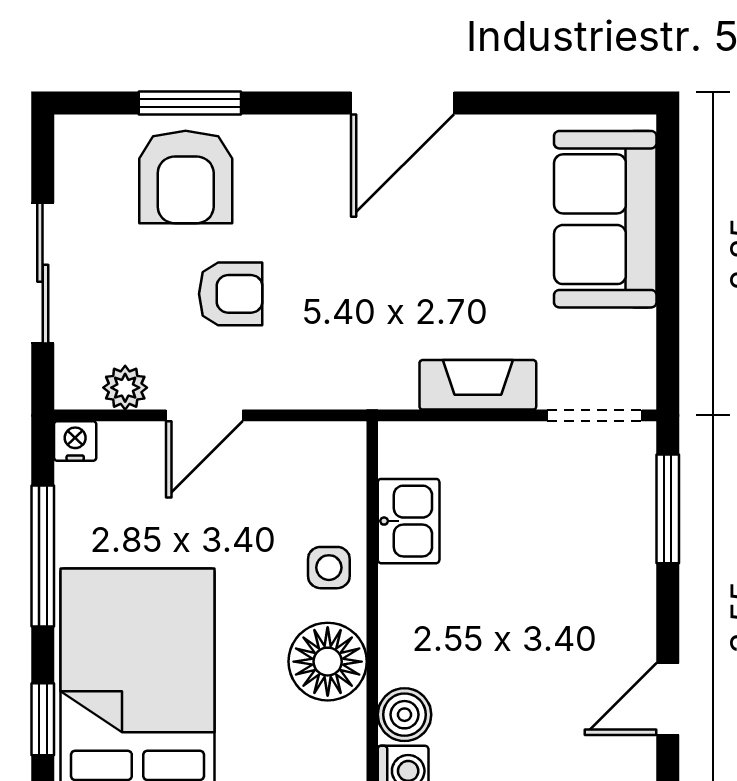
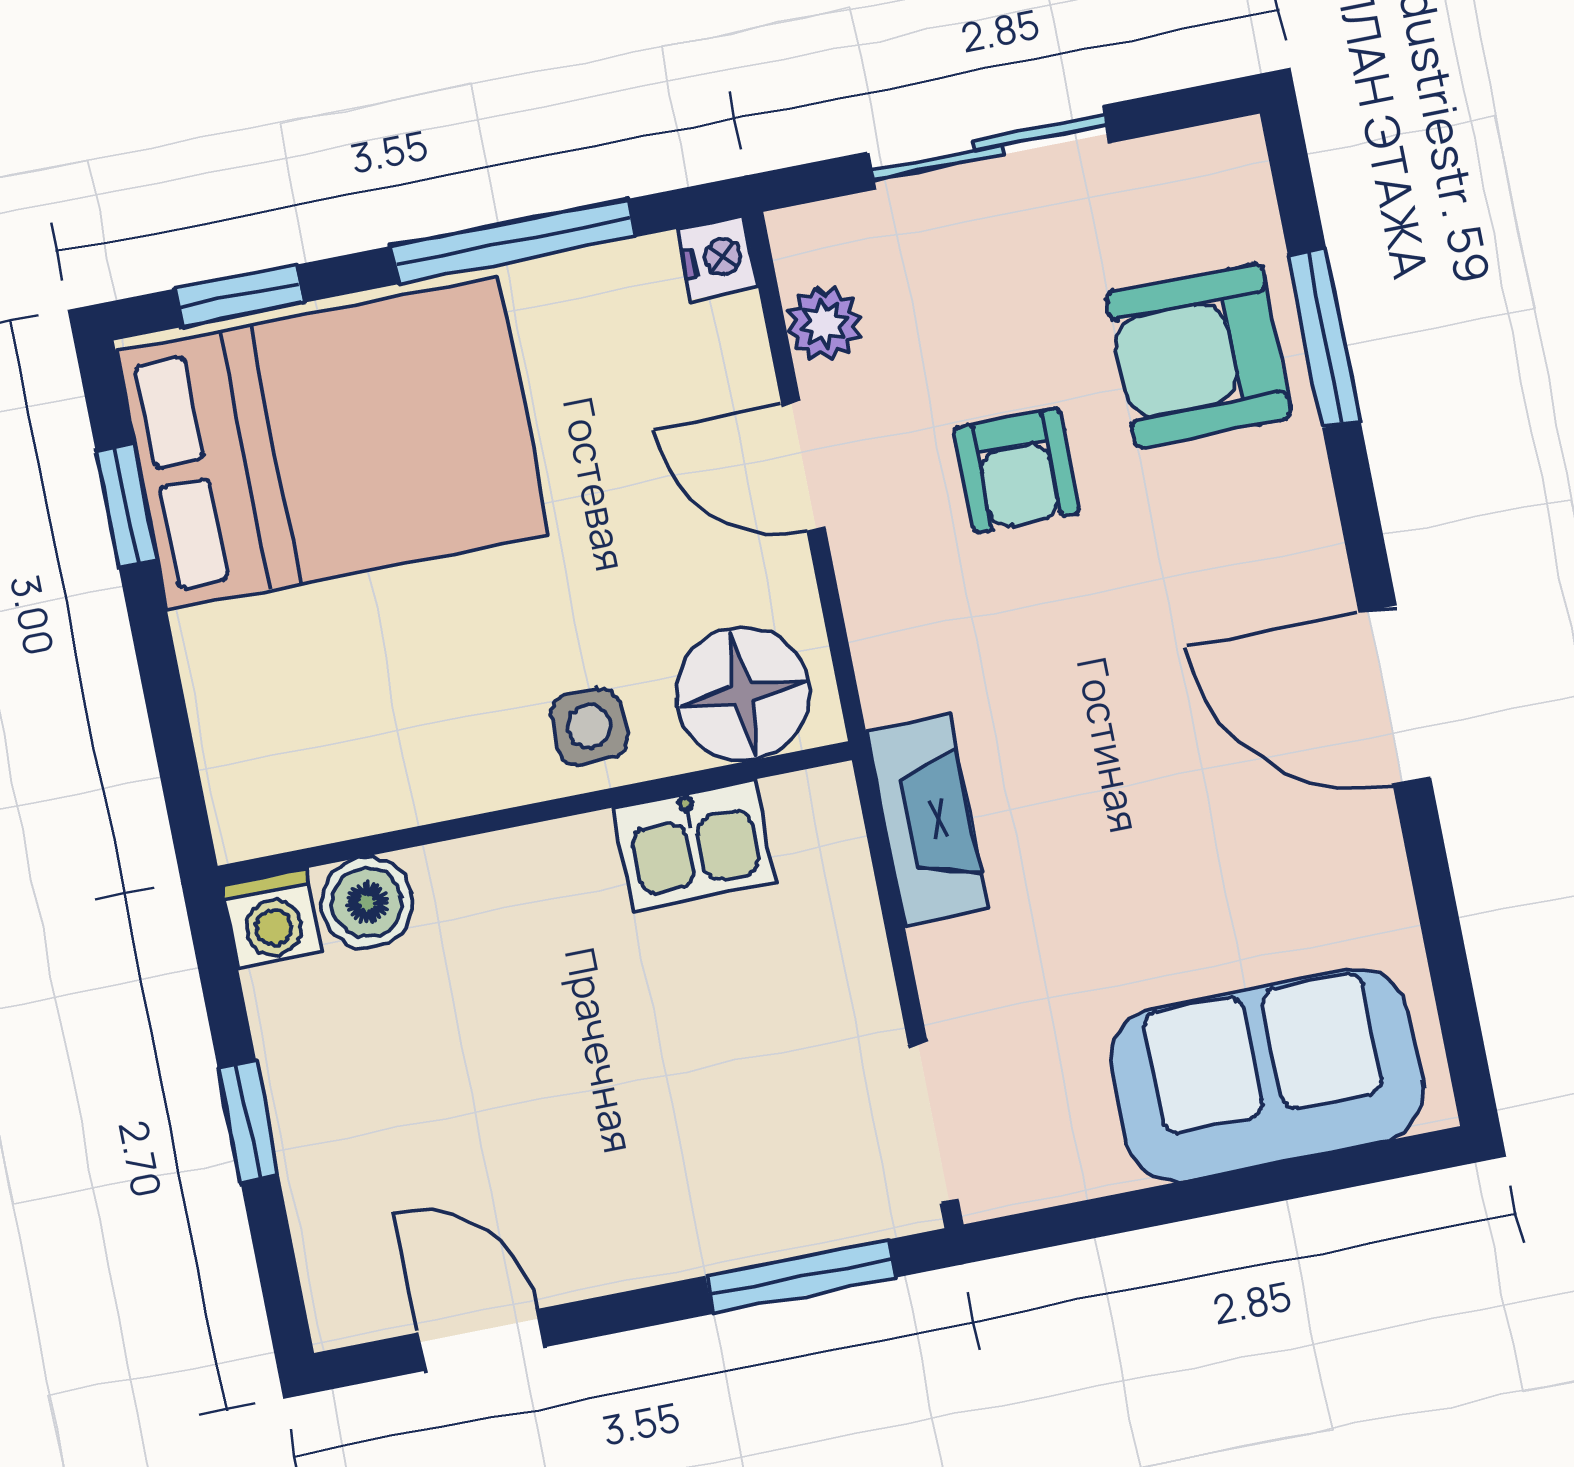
fireplace: (478, 385) -> (927, 820), moved
floor lamp: (328, 662) -> (743, 694), moved

